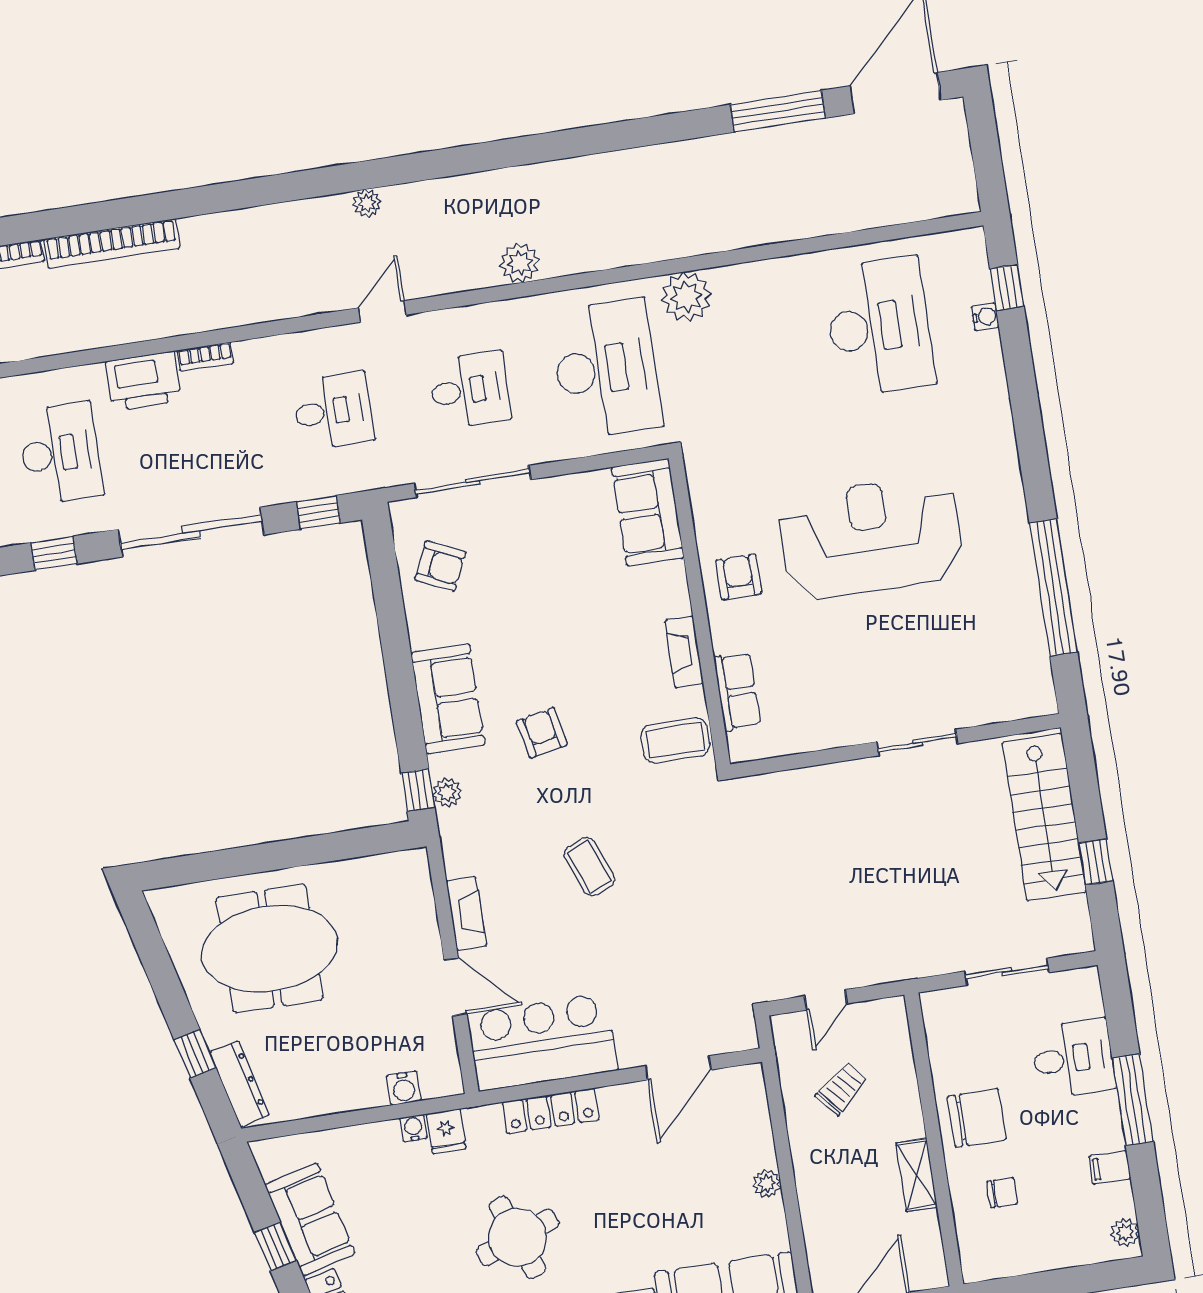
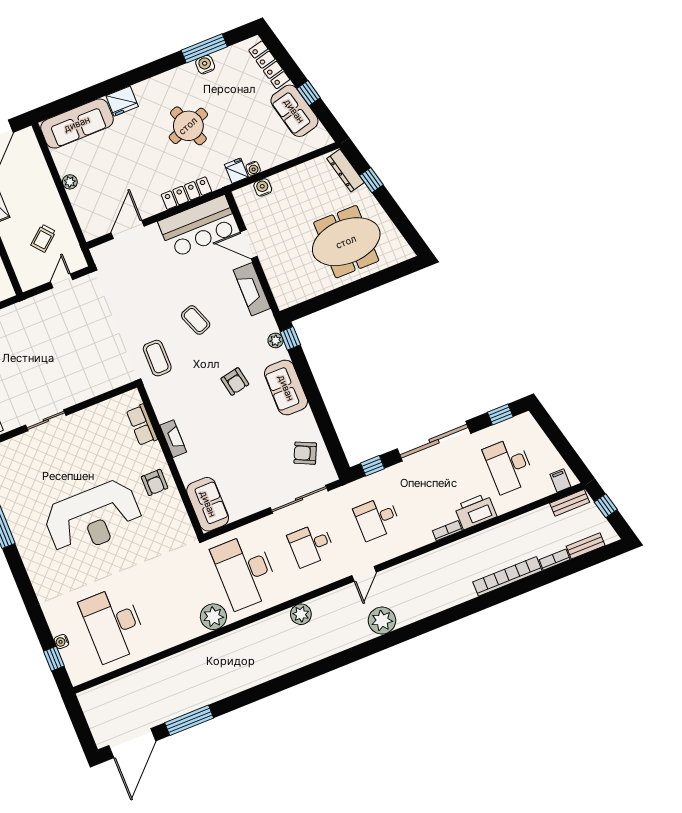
plant: (367, 203) -> (382, 621), width x1.88, depth x1.88
coffee table: (675, 740) -> (157, 358), moved, turned 90
fireplace: (466, 914) -> (252, 289), width x1.37, depth x1.32

